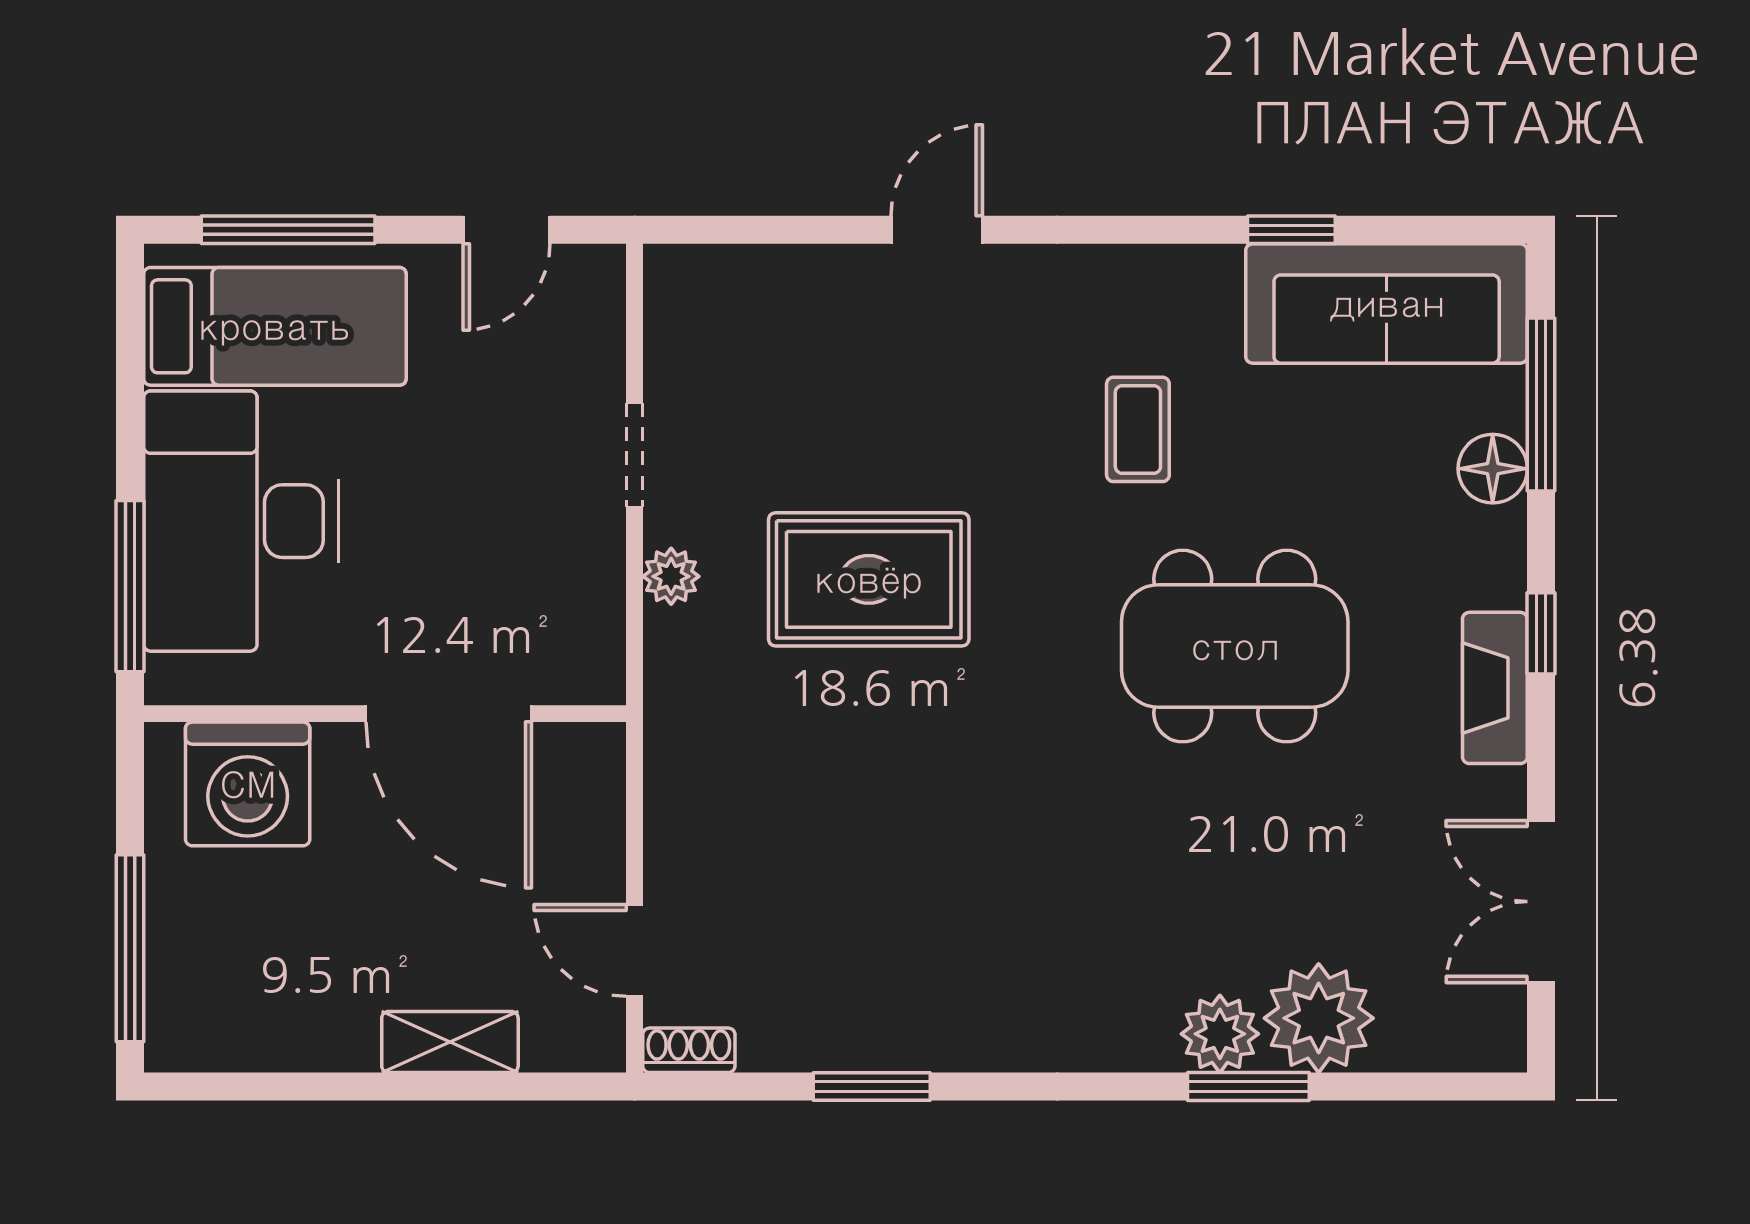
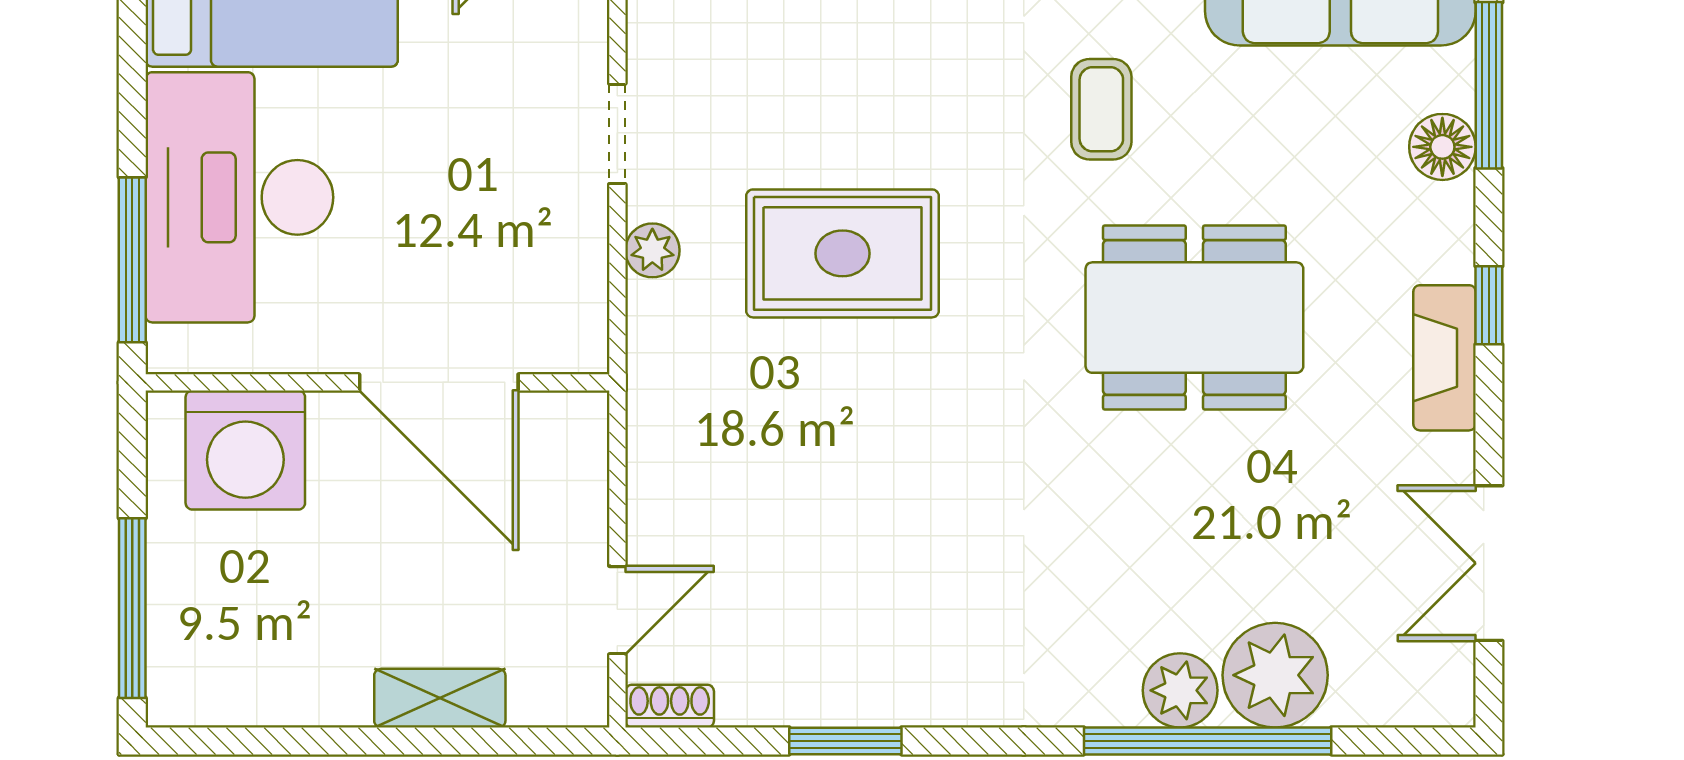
door: (635, 950) -> (617, 610), swing flipped
window: (1248, 1086) -> (1208, 741), width x2.11

